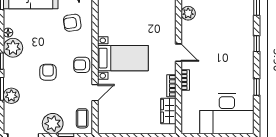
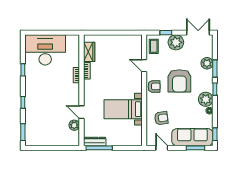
door: (178, 53) -> (81, 112), moved
bed with nightstands: (123, 58) -> (123, 109), moved
armchair: (48, 72) -> (179, 81), width x1.88, depth x1.88
door: (95, 93) -> (144, 66), hinge flipped

